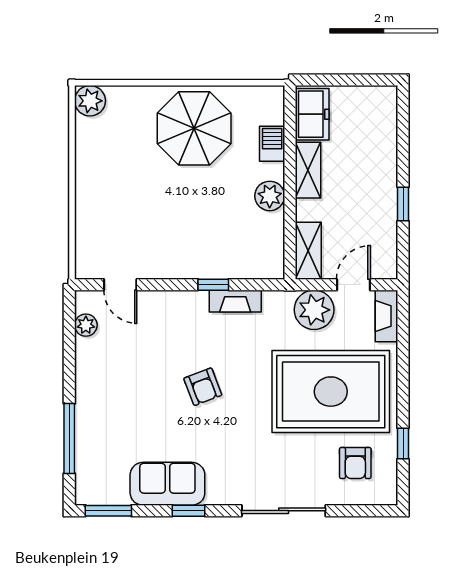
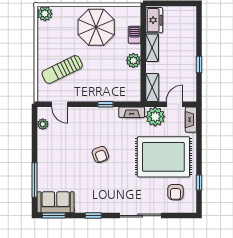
sun lounger: (125, 214) -> (62, 70), added
fireplace: (235, 301) -> (132, 112), moved
sofa: (167, 484) -> (56, 202), moved

